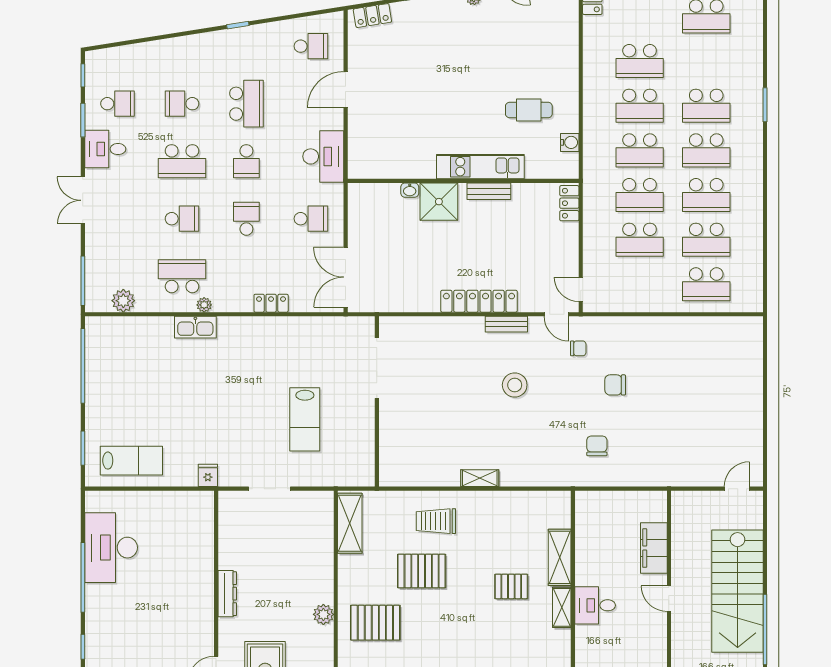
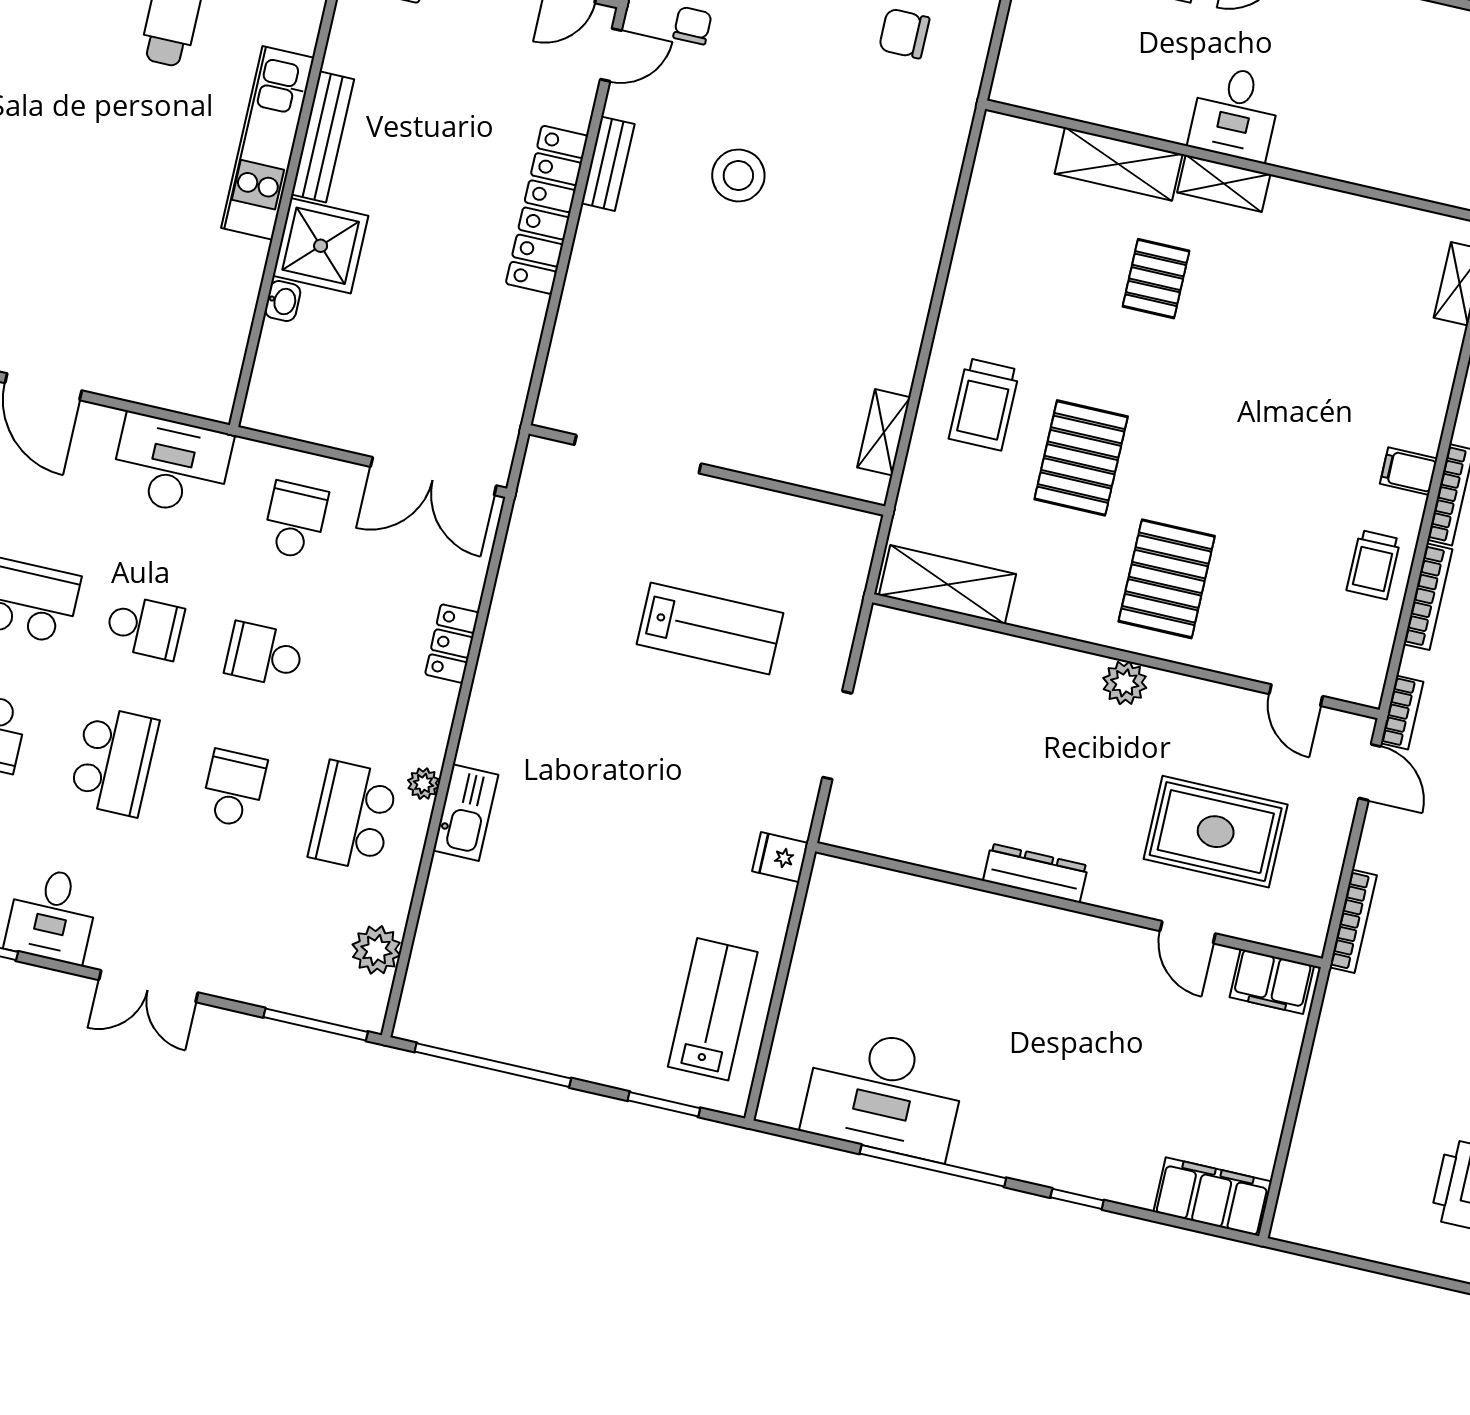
bench: (489, 191) -> (323, 137), width x1.36
shelving: (480, 478) -> (884, 432), moved

